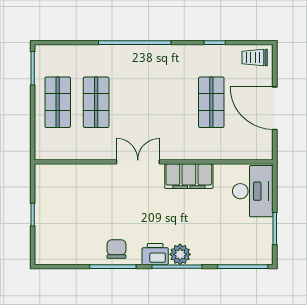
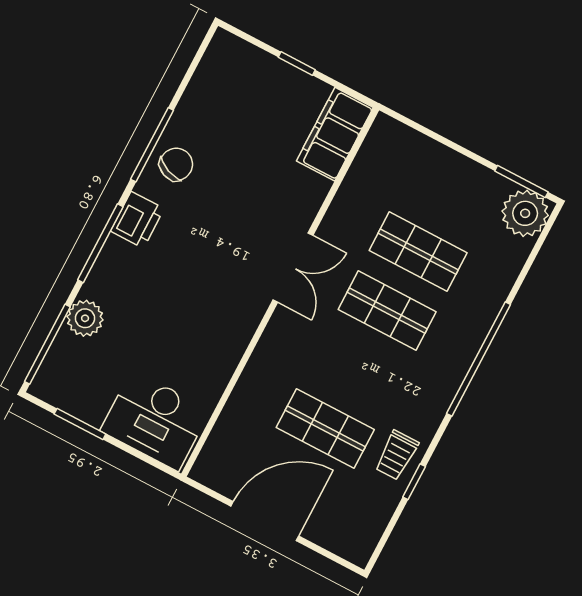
plant: (48, 58) -> (525, 213), added
trolley: (255, 58) -> (397, 455), moved, turned 180
shop shelf: (58, 102) -> (387, 311), moved
filing cabinet: (189, 176) -> (335, 134), moved
chair: (116, 249) -> (176, 164), turned -68
plant: (180, 254) -> (85, 318), moved

